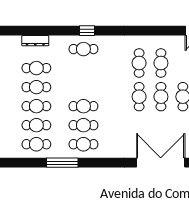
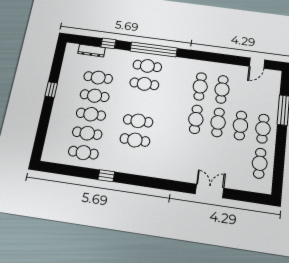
window: (40, 31) -> (108, 43), added
window: (87, 31) -> (154, 49), width x3.17
dresser: (35, 41) -> (92, 51), moved
cafe table: (83, 144) -> (144, 84), moved
window: (62, 163) -> (106, 176), width x0.46
double door: (161, 163) -> (210, 191), width x0.54

